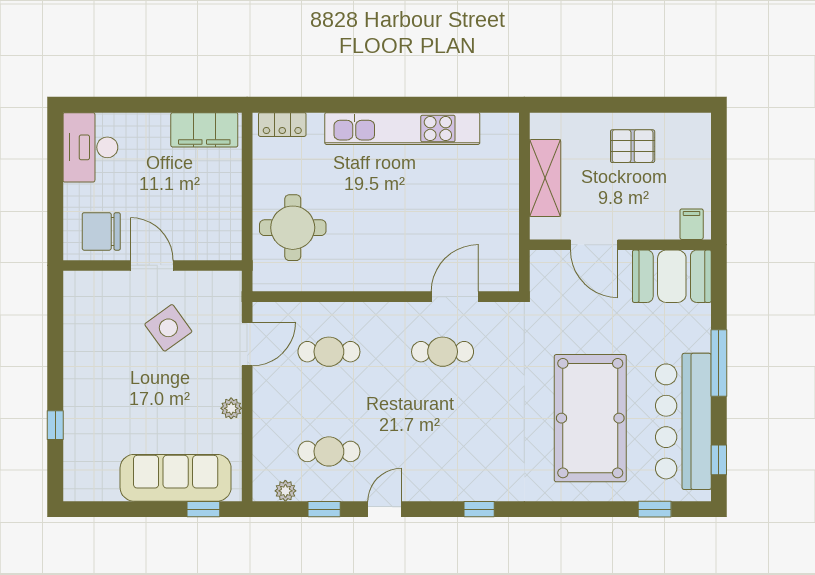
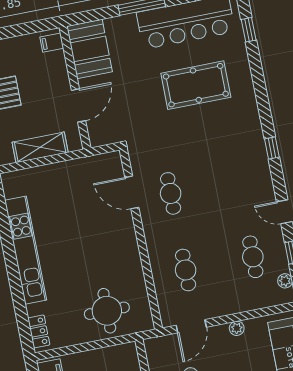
door: (247, 344) -> (191, 326), swing flipped
pool table: (590, 418) -> (196, 85), width x0.73, depth x0.76

